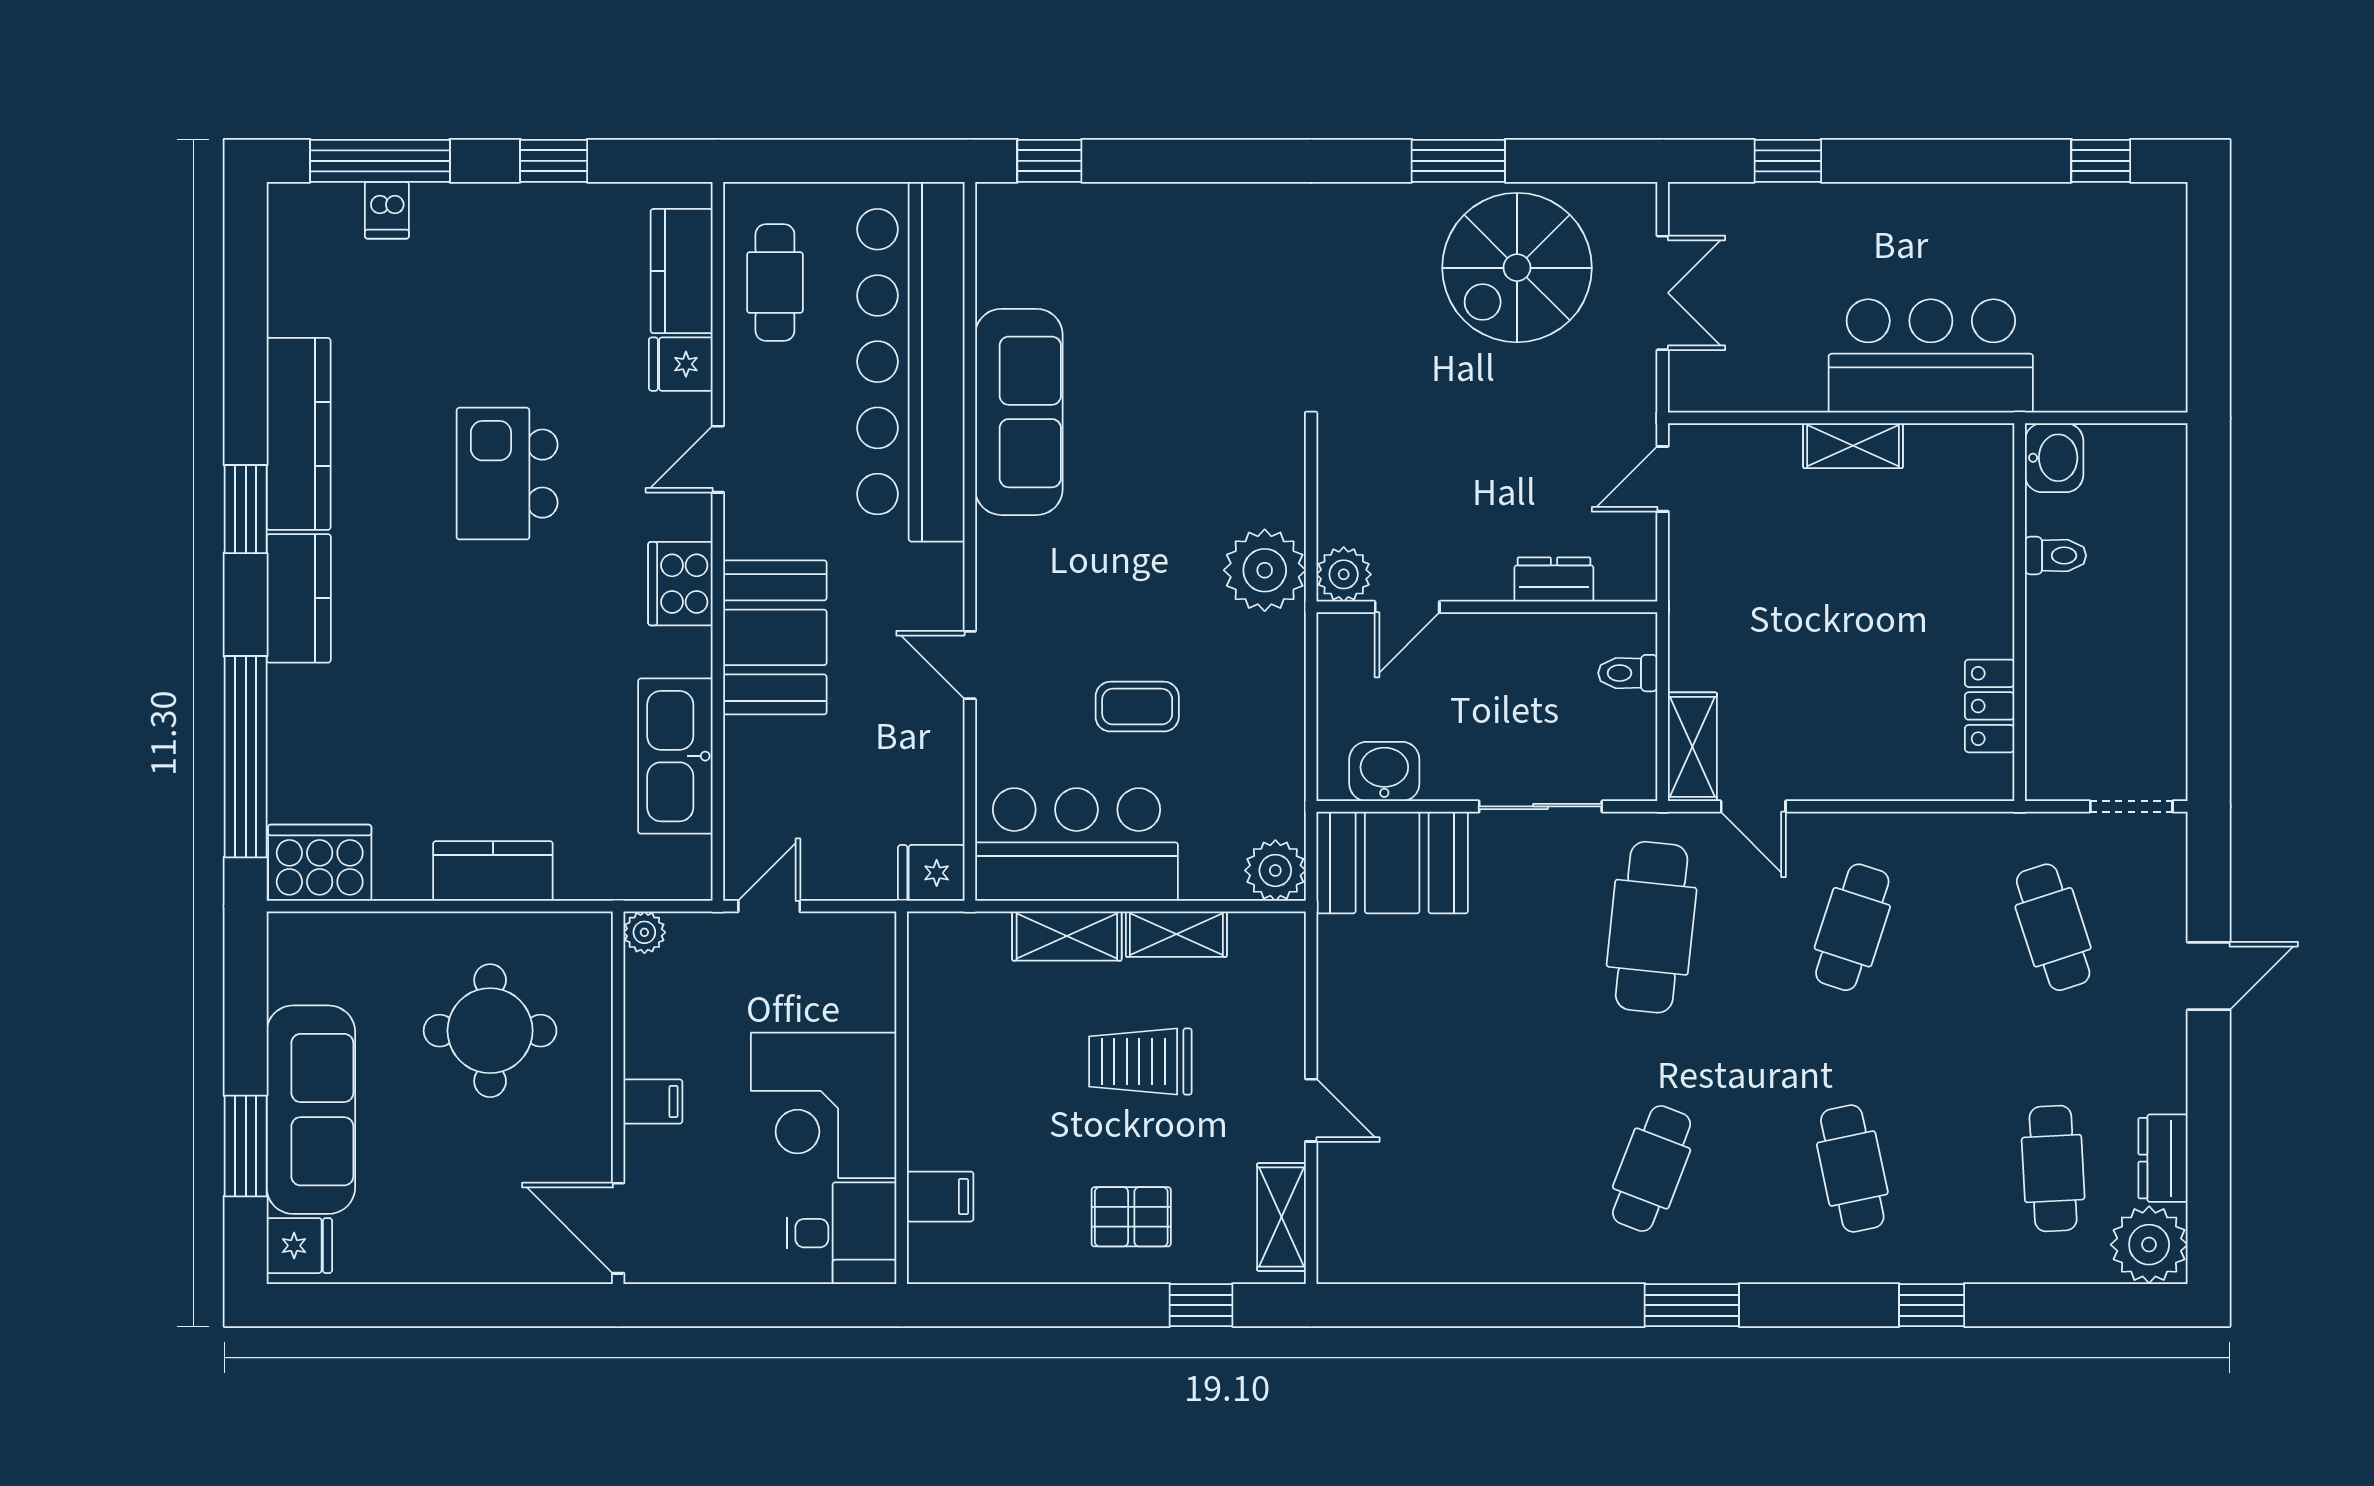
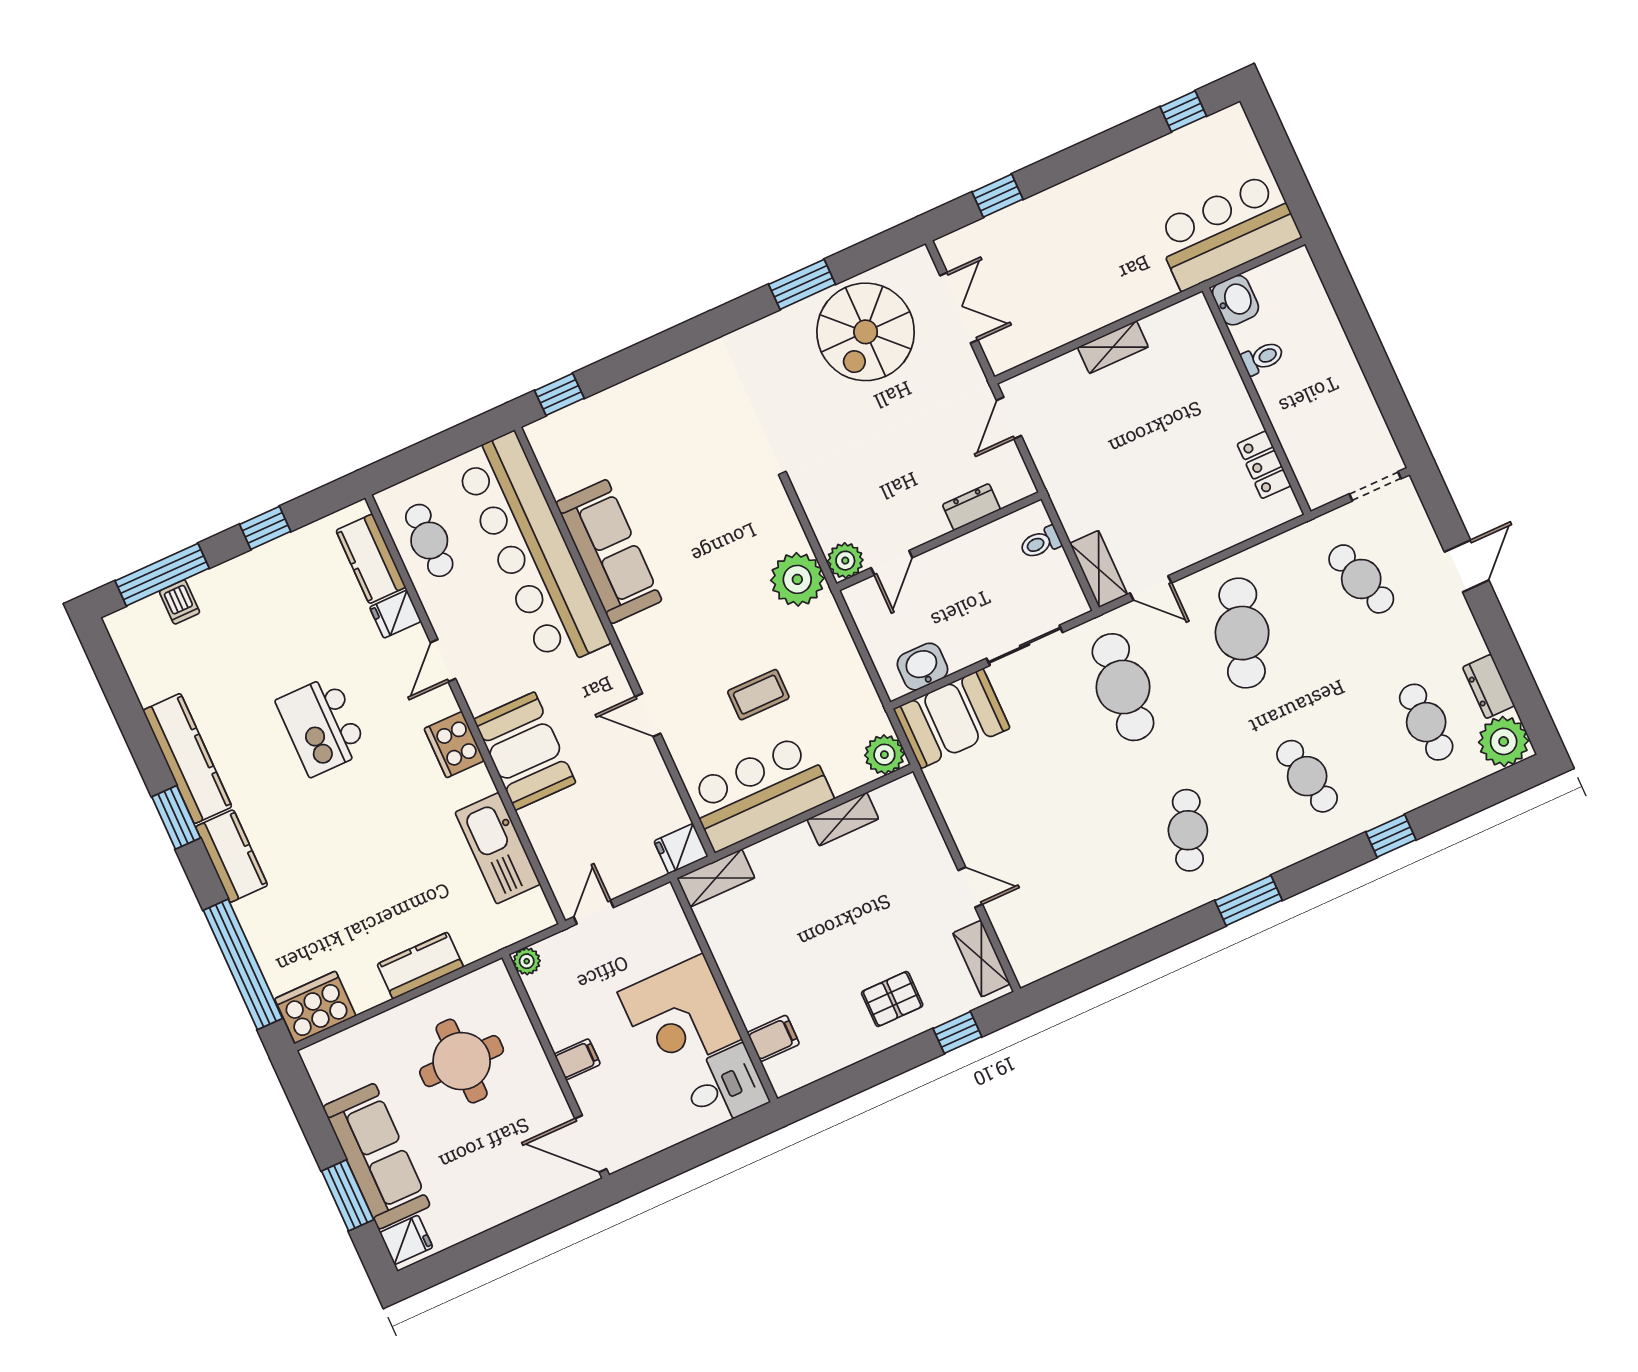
bar counter: (1931, 356) -> (1227, 231), moved
cafe table: (1852, 927) -> (1242, 633), width x1.37, depth x1.35
shelving: (1067, 936) -> (716, 878), moved
trolley: (1140, 1062) -> (856, 904), removed

